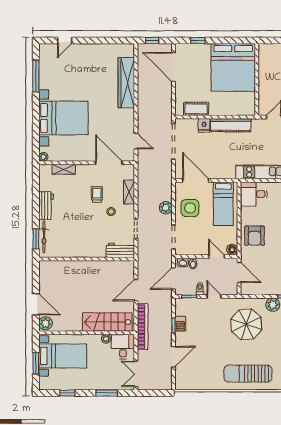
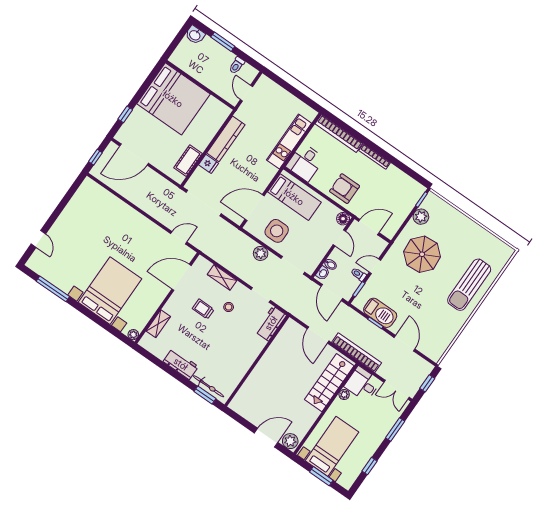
wardrobe: (126, 83) -> (118, 209), removed
armchair: (255, 236) -> (345, 189), turned 180
door: (216, 257) -> (339, 238), swing flipped
barbecue: (180, 324) -> (380, 313), width x1.88, depth x1.53
window: (156, 393) -> (427, 383), added

